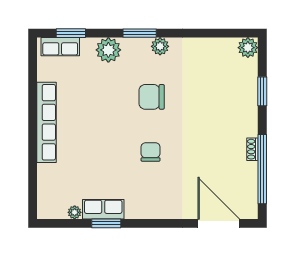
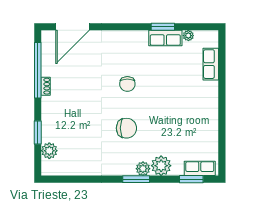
plant: (160, 46) -> (143, 169), moved
plant: (248, 48) -> (49, 151), moved
row of seats: (47, 122) -> (211, 64), moved, width x0.50
door: (219, 223) -> (73, 27), hinge flipped

